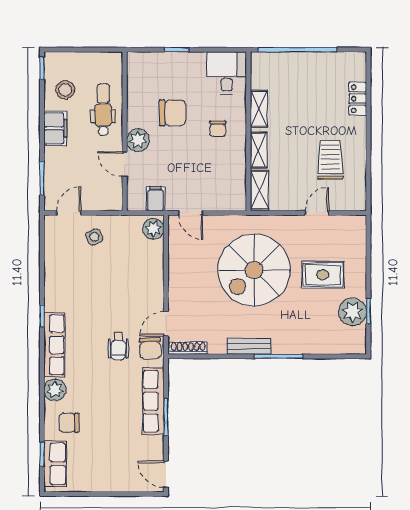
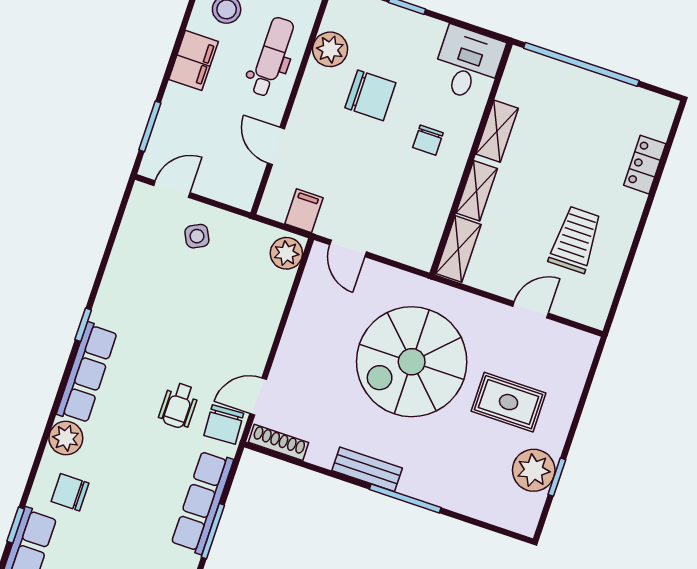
plant: (138, 140) -> (330, 49), moved

